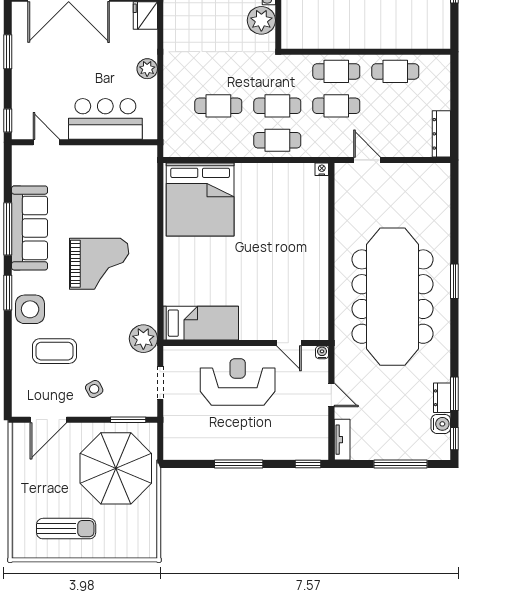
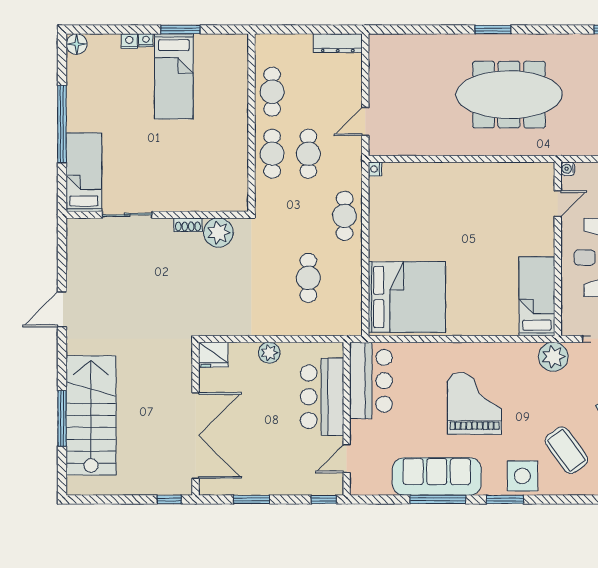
cafe table: (277, 106) -> (308, 216), removed
bar counter: (121, 165) -> (371, 381), added
meeting table: (392, 297) -> (509, 95), width x0.73, depth x0.79
coffee table: (55, 351) -> (566, 450), turned -36

